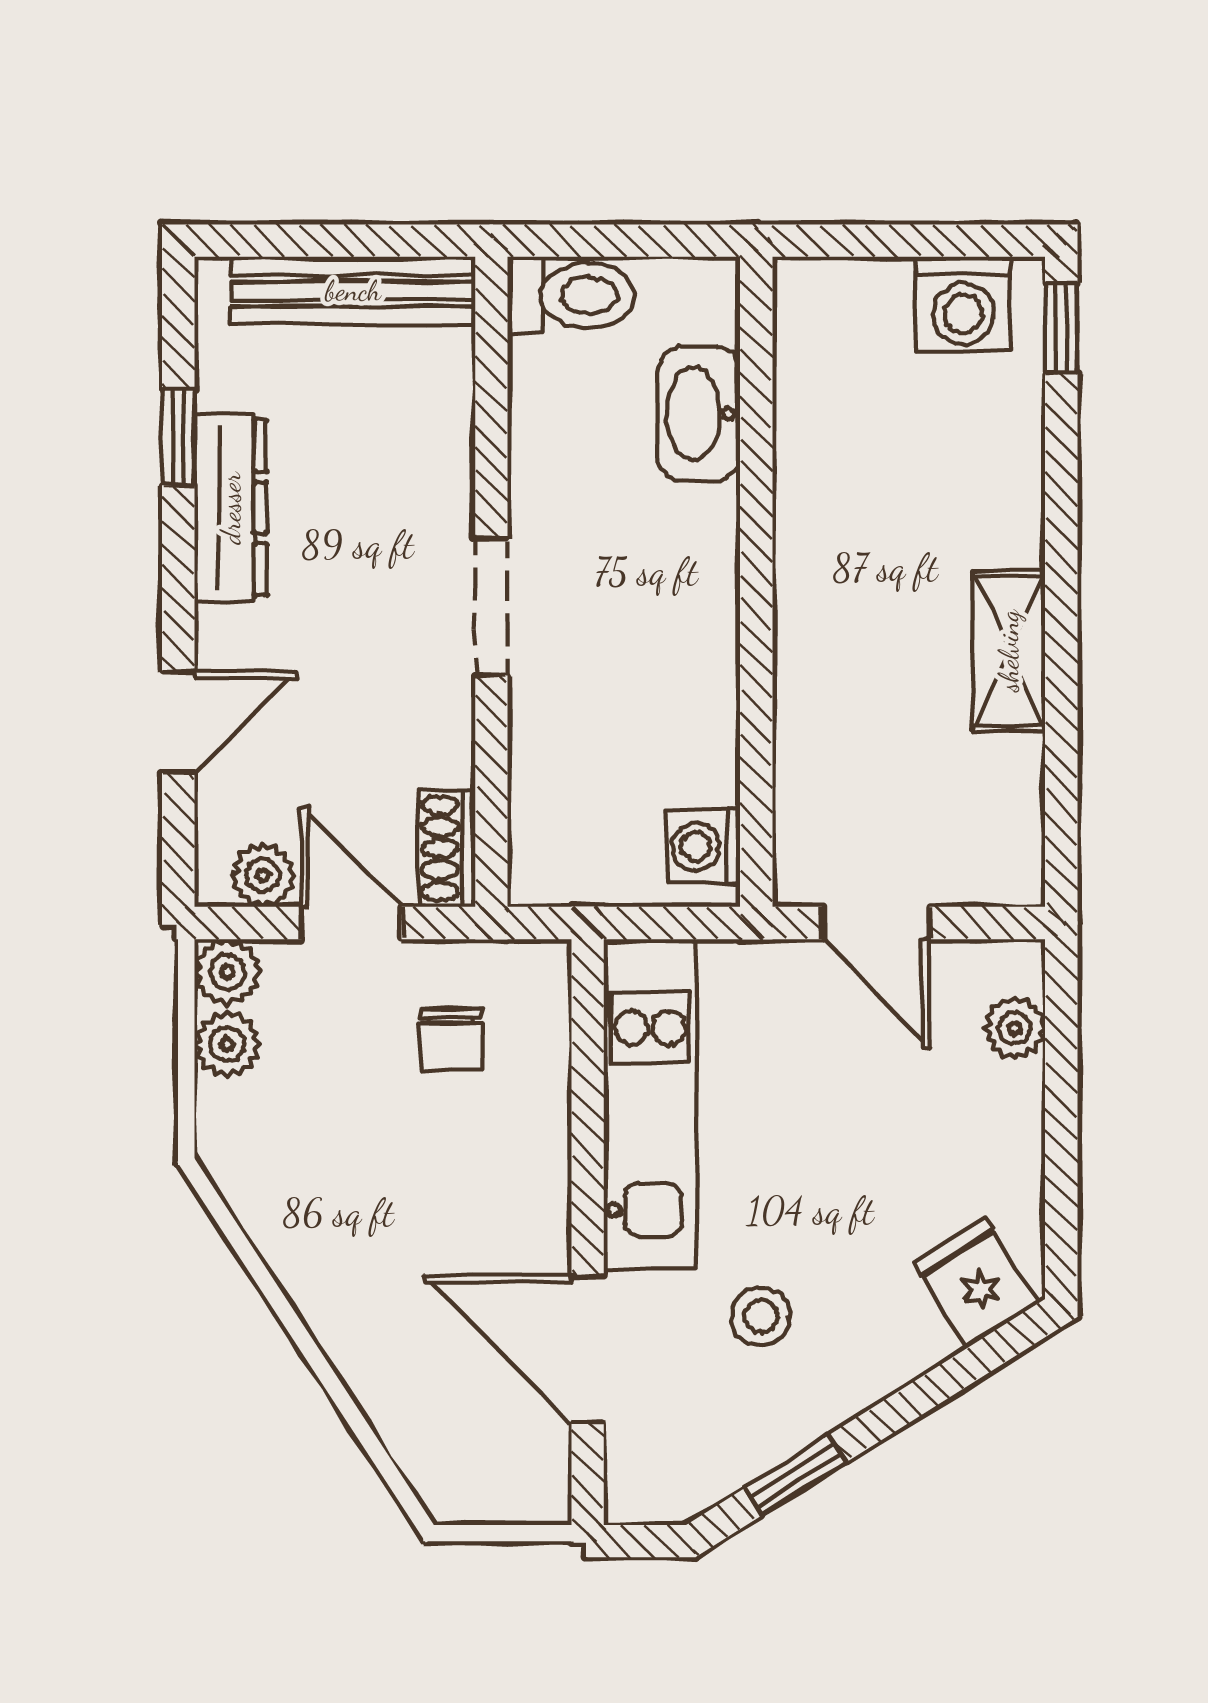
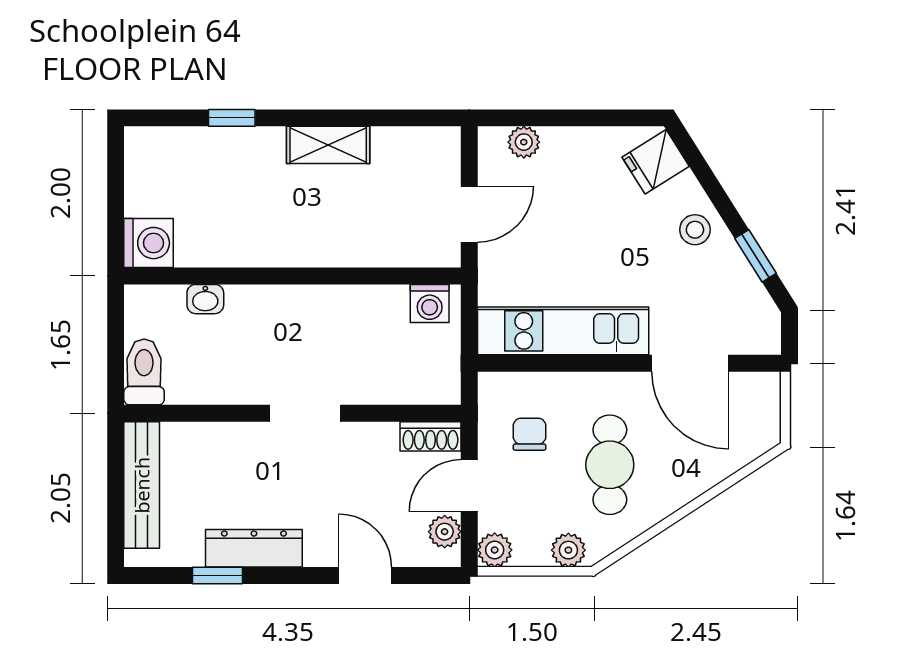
washing machine: (963, 304) -> (149, 243), moved
window: (1061, 328) -> (232, 118), moved
washbasin: (699, 414) -> (205, 299), width x0.52, depth x0.69
chair: (451, 1039) -> (530, 434), turned -90
plant: (227, 1044) -> (568, 550), moved
cafe table: (392, 1194) -> (610, 465), added
stool: (761, 1316) -> (695, 230), moved
door: (588, 1349) -> (690, 363), hinge flipped

